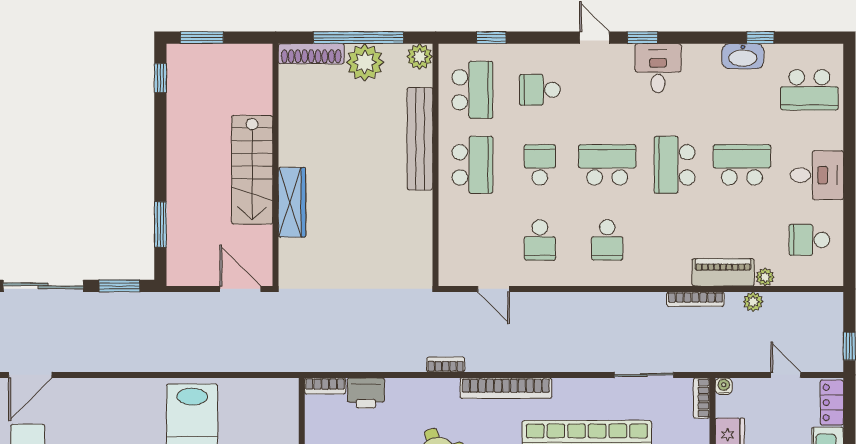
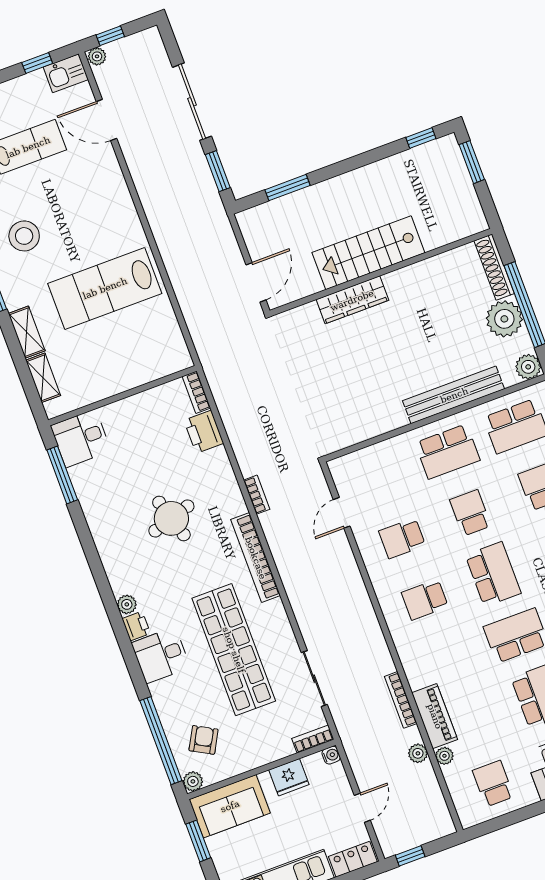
school desk: (540, 165) -> (470, 513), turned -90

